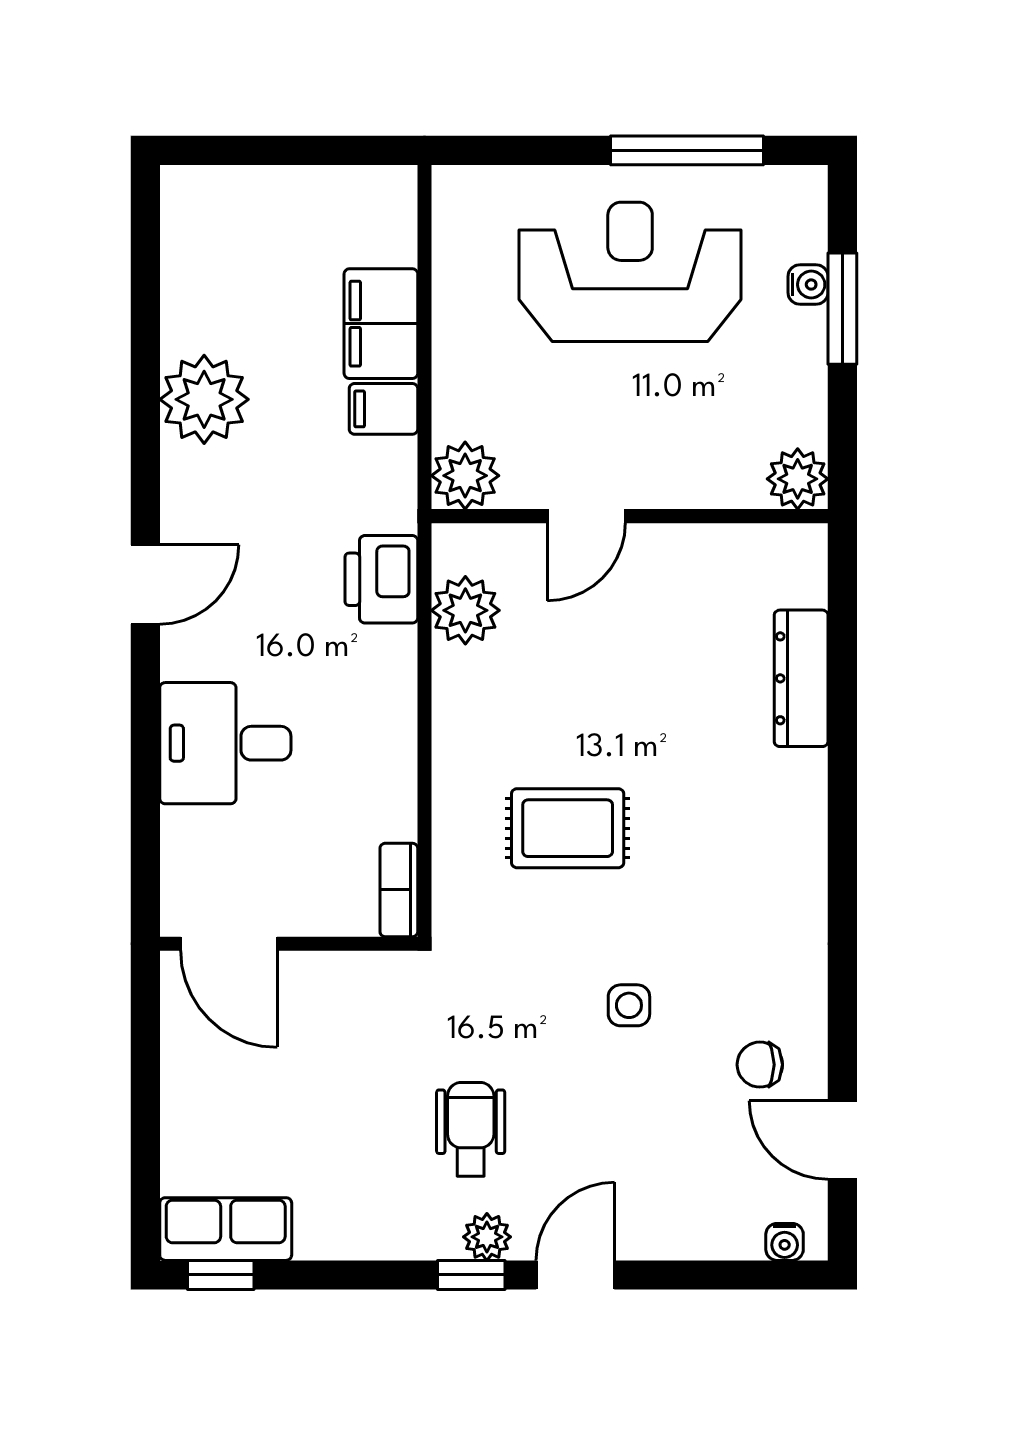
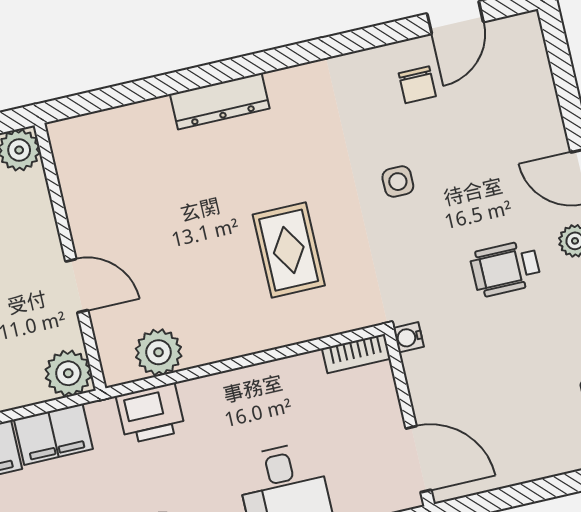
filing cabinet: (383, 409) -> (53, 434), width x2.00
dresser: (801, 678) -> (220, 101), moved
door: (229, 944) -> (419, 459), hinge flipped
water cooler: (785, 1242) -> (408, 337), moved, turned 180

